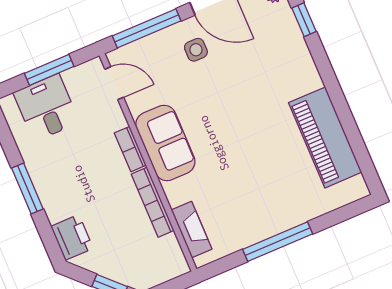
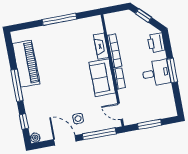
window: (334, 90) -> (17, 85), added
desk: (46, 108) -> (156, 73), moved, turned -90
fireplace: (192, 229) -> (101, 46), moved

